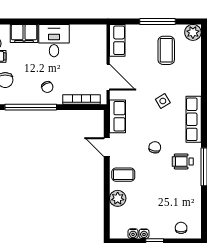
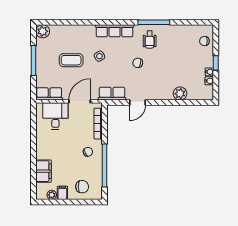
desk: (54, 41) -> (55, 116), moved, turned 90
coffee table: (166, 50) -> (71, 60), moved
coffee table: (123, 175) -> (160, 89), removed

